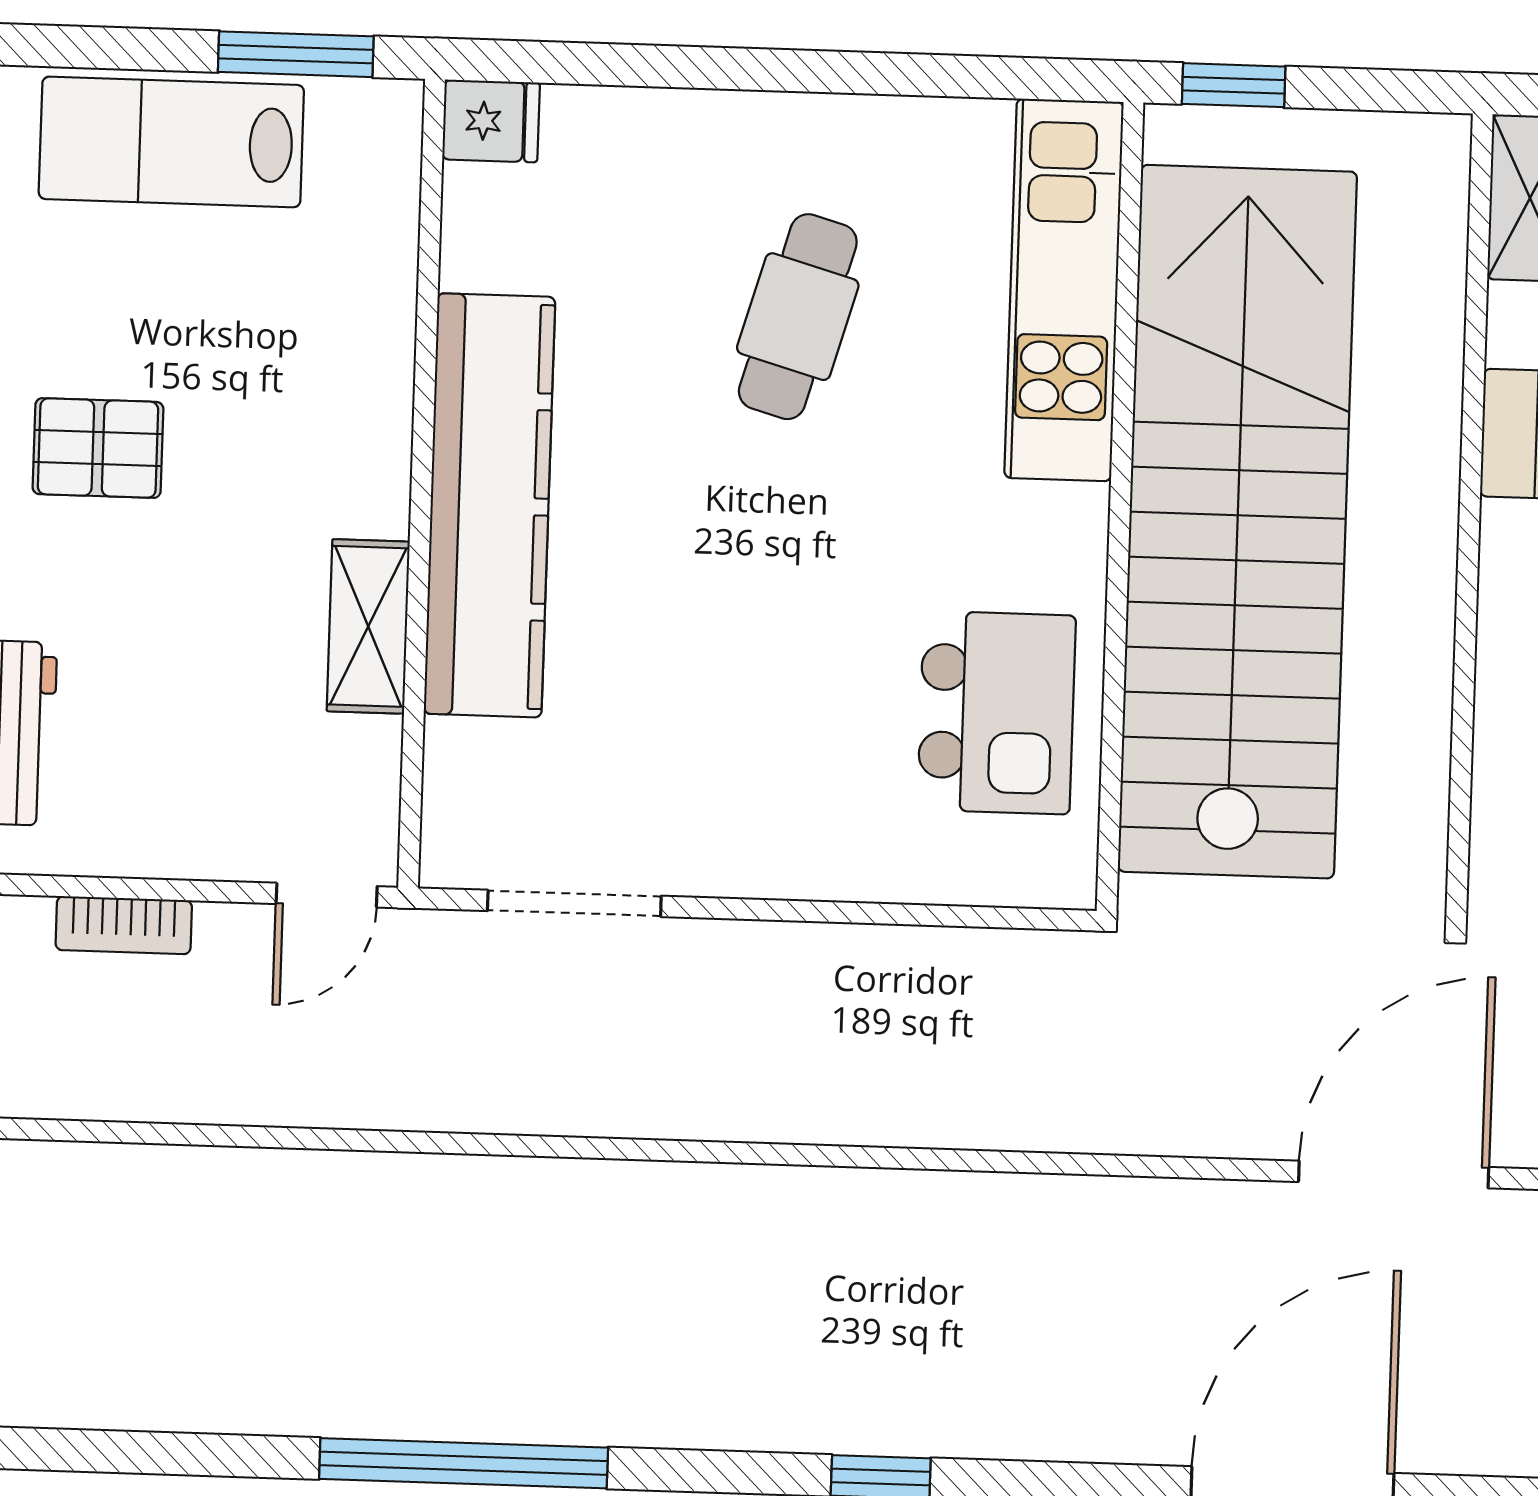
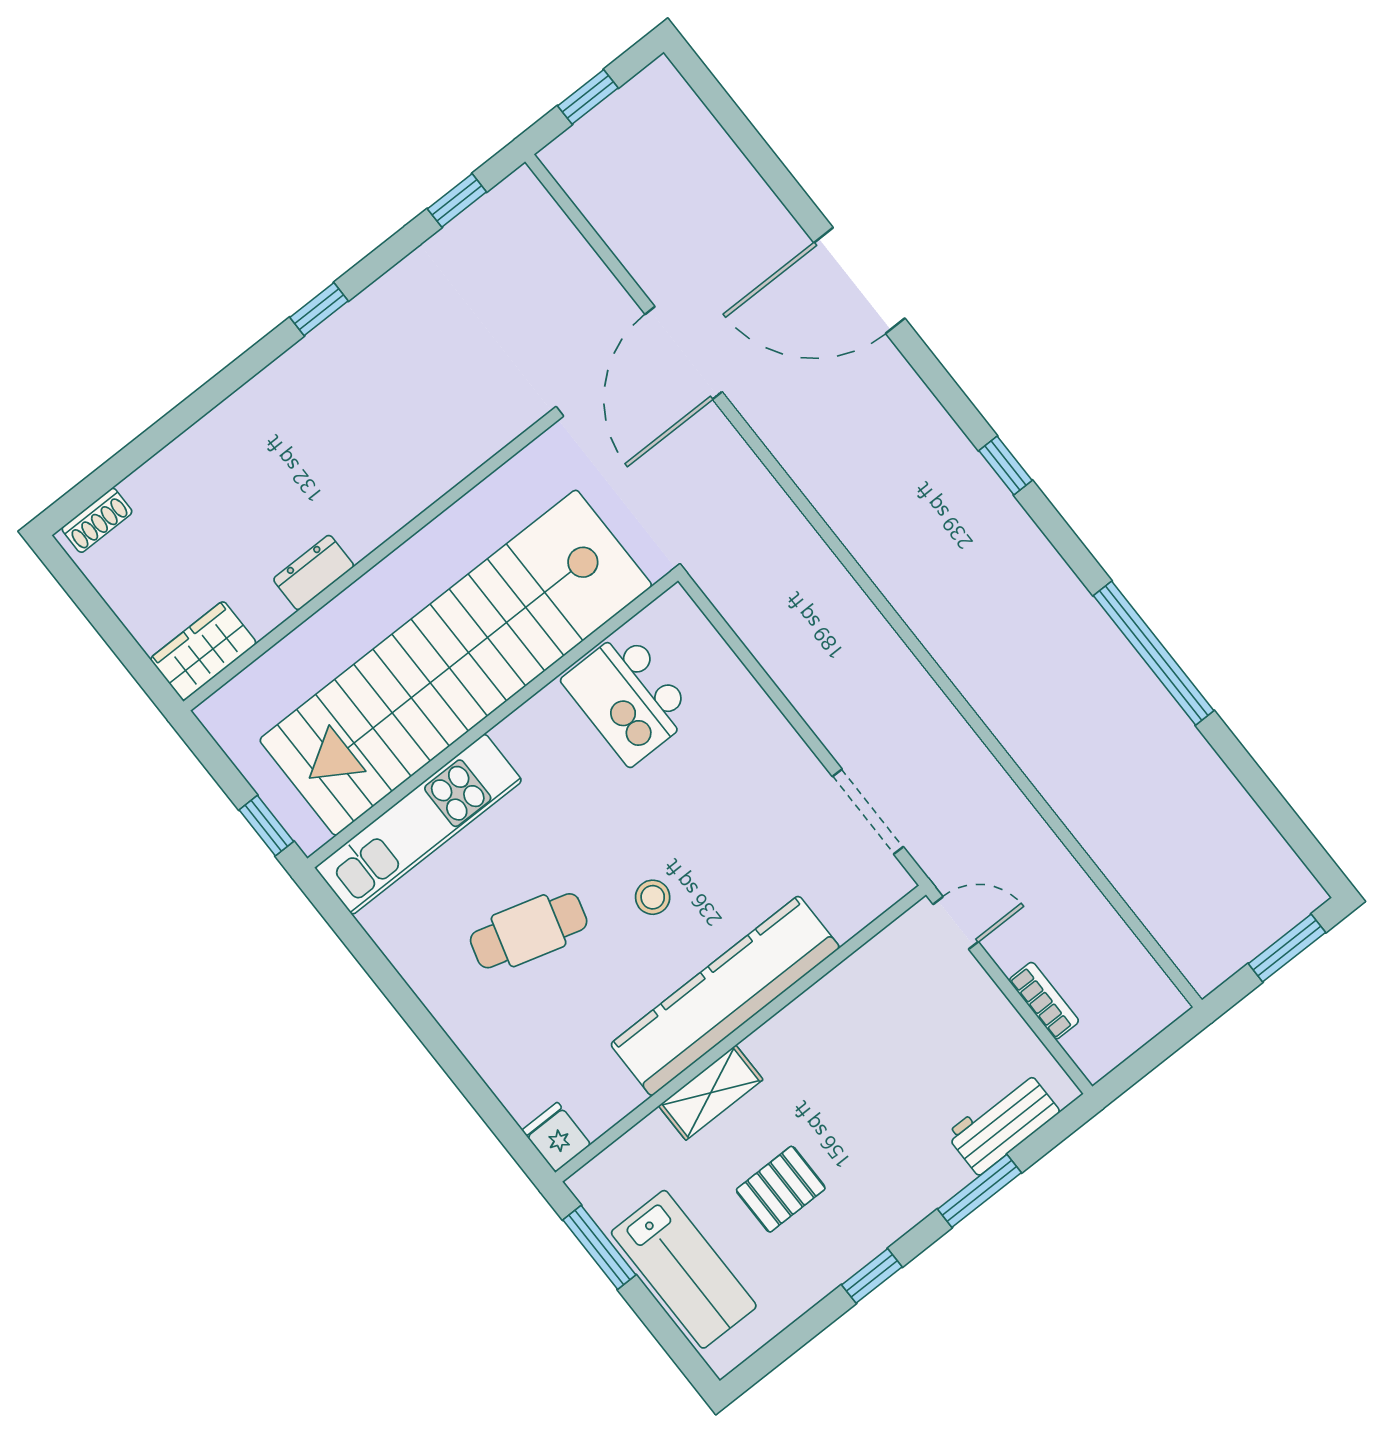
pallet: (98, 448) -> (781, 1189), moved, turned 90
stool: (703, 520) -> (653, 897), added
shelving: (368, 626) -> (711, 1093), moved
kitchen island: (997, 713) -> (628, 697), turned -90
door: (1394, 1175) -> (684, 353), hinge flipped

